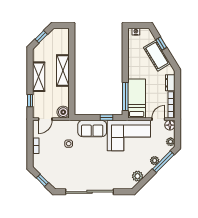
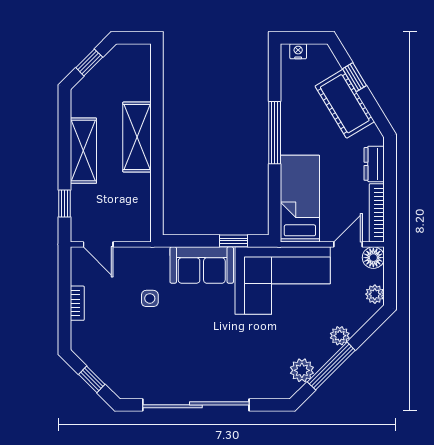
window: (125, 96) -> (275, 133), moved
boiler: (63, 112) -> (138, 229), removed
door: (45, 119) -> (98, 244), hinge flipped
window: (163, 162) -> (331, 366), moved

